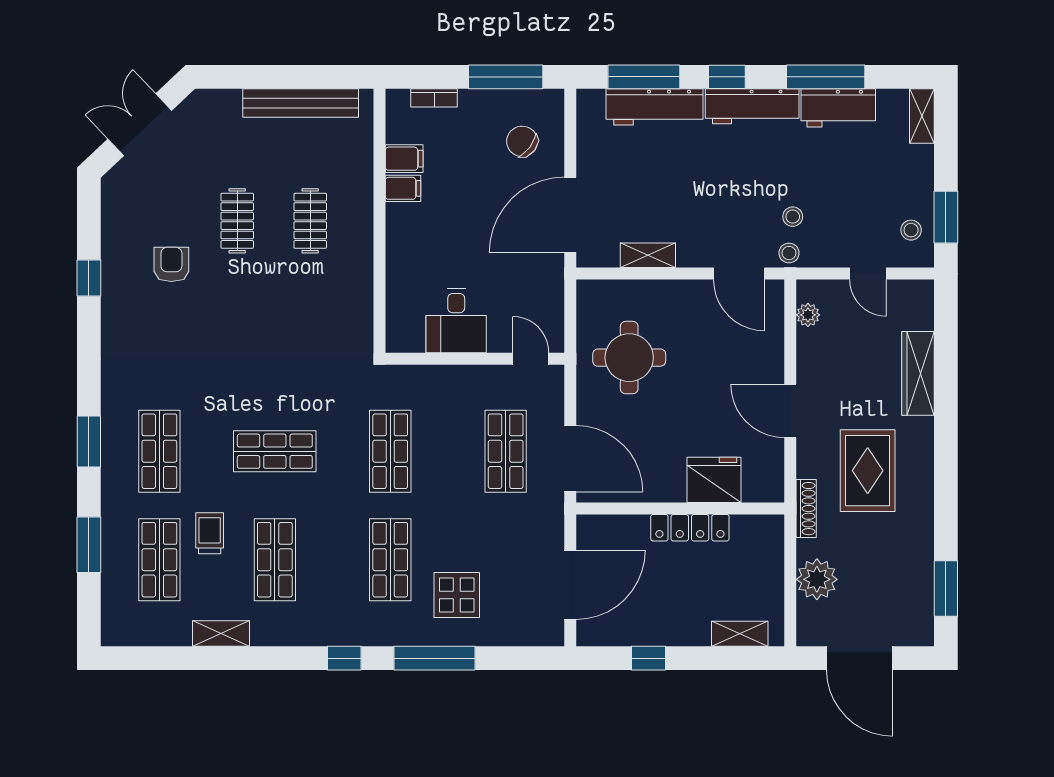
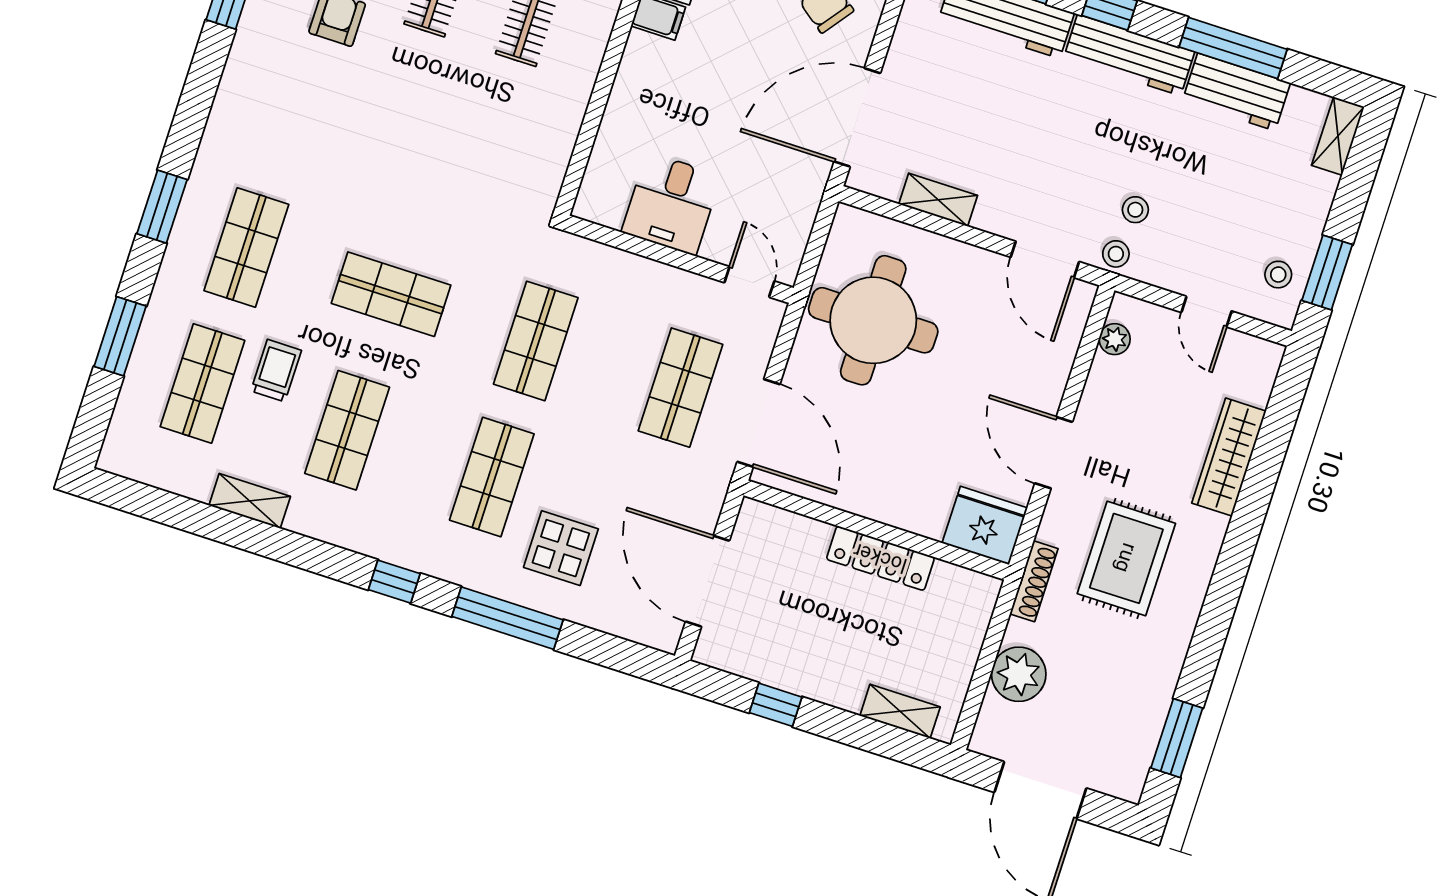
round table: (629, 358) -> (873, 320), width x1.36, depth x1.36
fridge: (714, 480) -> (985, 526), moved
door: (570, 585) -> (707, 581), swing flipped

